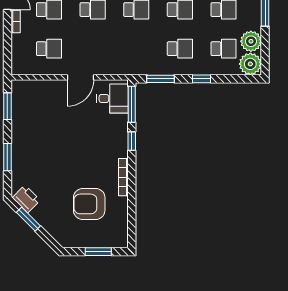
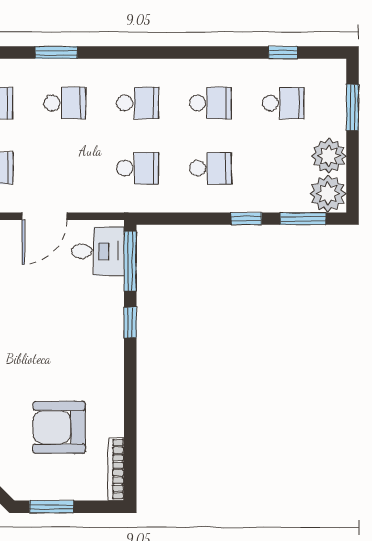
school desk: (224, 49) -> (138, 168), moved
window: (160, 79) -> (303, 219), moved
bookcase: (123, 177) -> (116, 469), moved
window: (98, 252) -> (52, 507), moved

